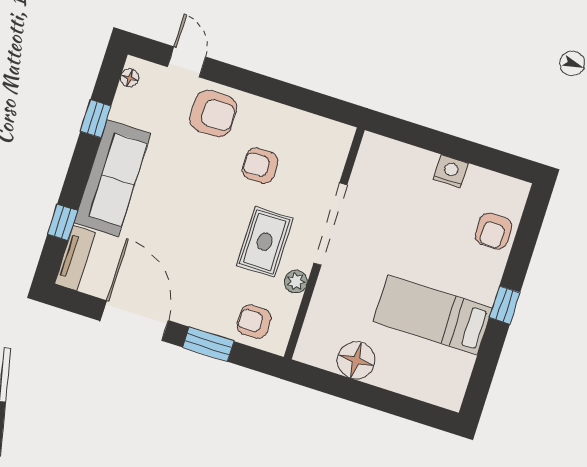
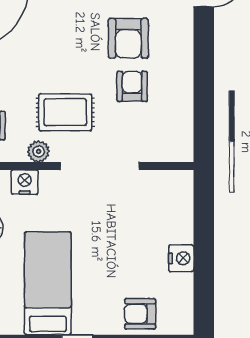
armchair: (213, 114) -> (128, 38), moved
nightstand: (322, 306) -> (25, 182), added

